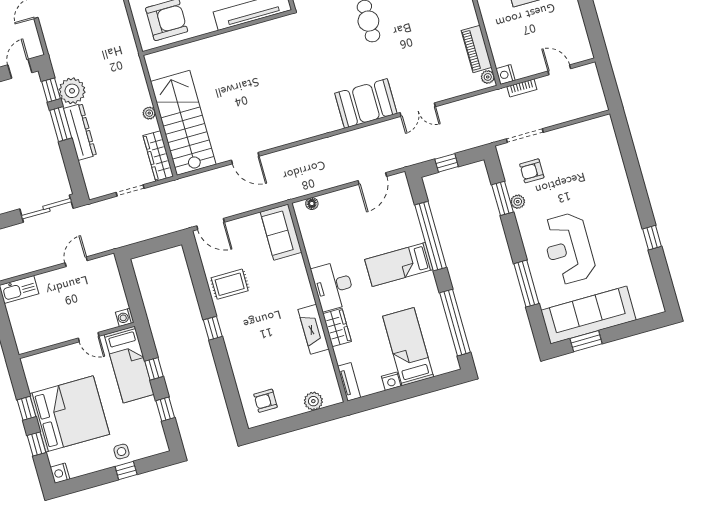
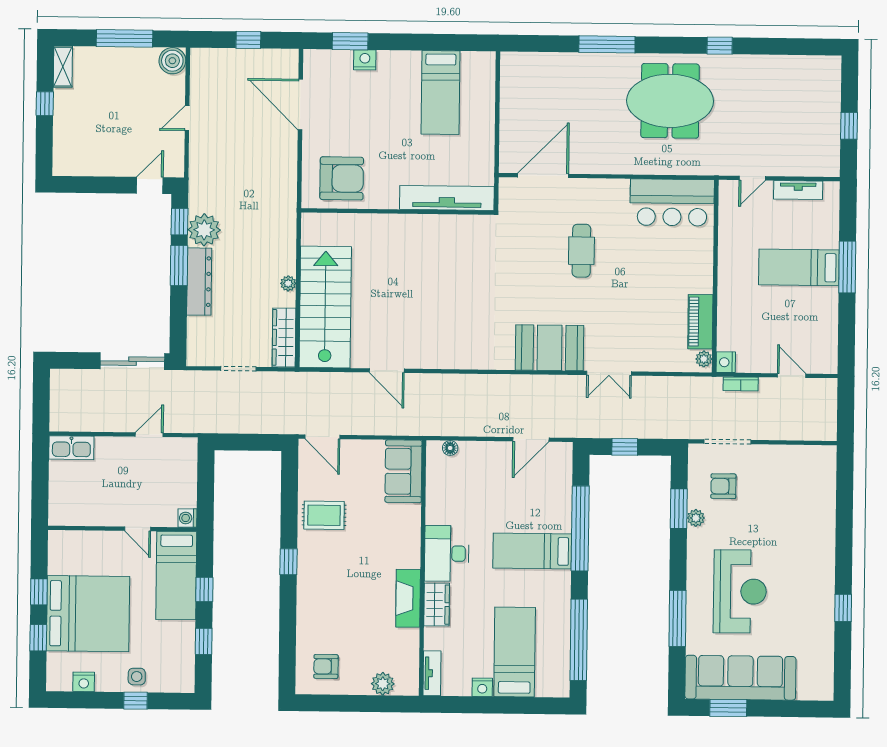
reception desk: (569, 248) -> (740, 591), turned 180
nightstand: (60, 473) -> (84, 682), moved, turned -90

